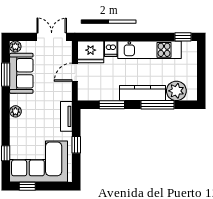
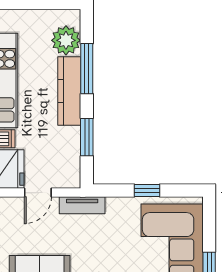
door: (75, 72) -> (38, 193), hinge flipped
tv unit: (66, 116) -> (82, 205), moved

